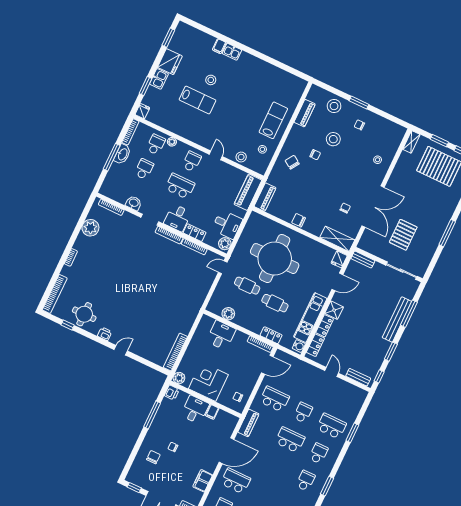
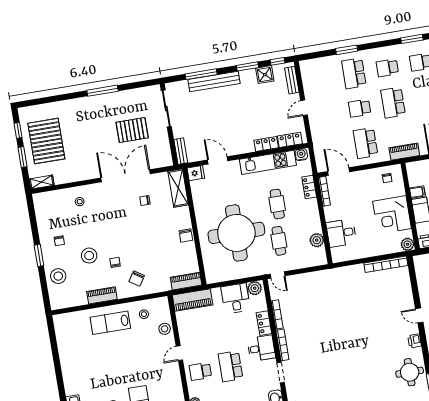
piano: (305, 113) -> (102, 295), moved
shower: (334, 310) -> (265, 75), moved

